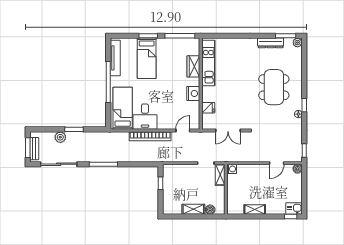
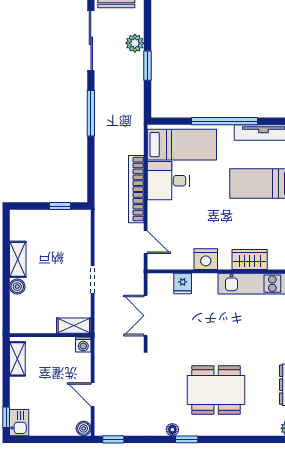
washing machine: (232, 169) -> (83, 344), moved
shelving: (220, 175) -> (74, 326), moved
wall: (226, 189) -> (50, 335), moved

